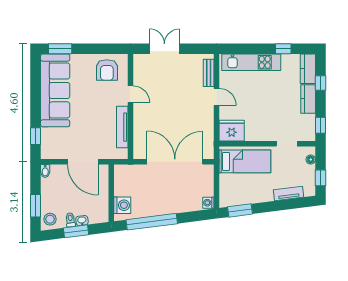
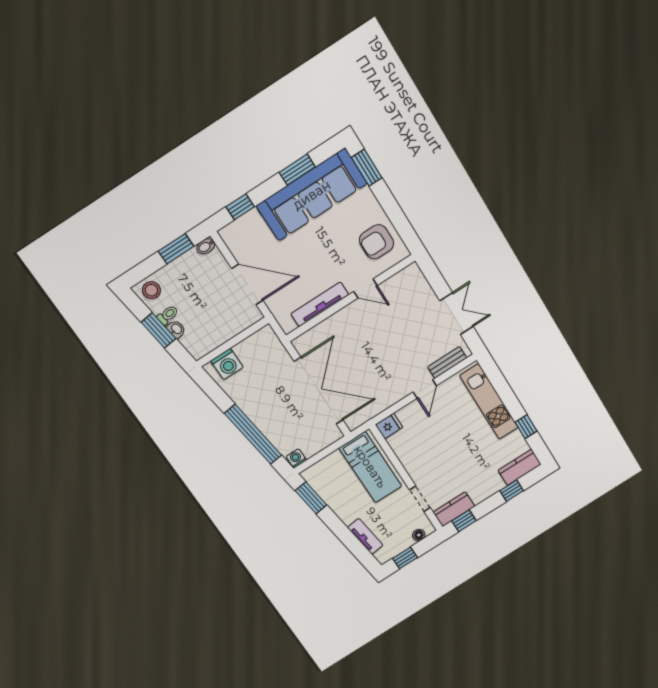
double door: (164, 49) -> (456, 314), moved
window: (36, 90) -> (297, 170), added
door: (131, 94) -> (365, 289), hinge flipped
kitchen counter: (308, 99) -> (454, 509), moved
fridge: (232, 131) -> (389, 426), width x0.53, depth x0.75
door: (83, 162) -> (247, 284), swing flipped
window: (36, 206) -> (176, 249), moved
window: (152, 222) -> (253, 434), moved

